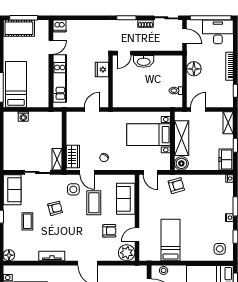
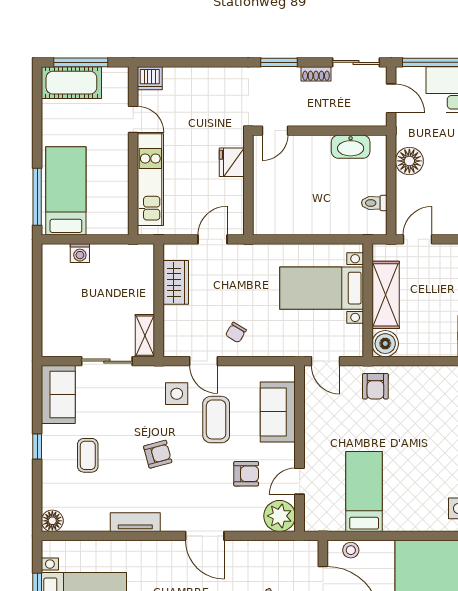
door: (51, 47) -> (133, 119), hinge flipped
washbasin: (144, 61) -> (351, 147), moved
wardrobe: (73, 157) -> (176, 282), moved
armchair: (176, 186) -> (375, 386), turned 106
armchair: (55, 208) -> (158, 454), moved

